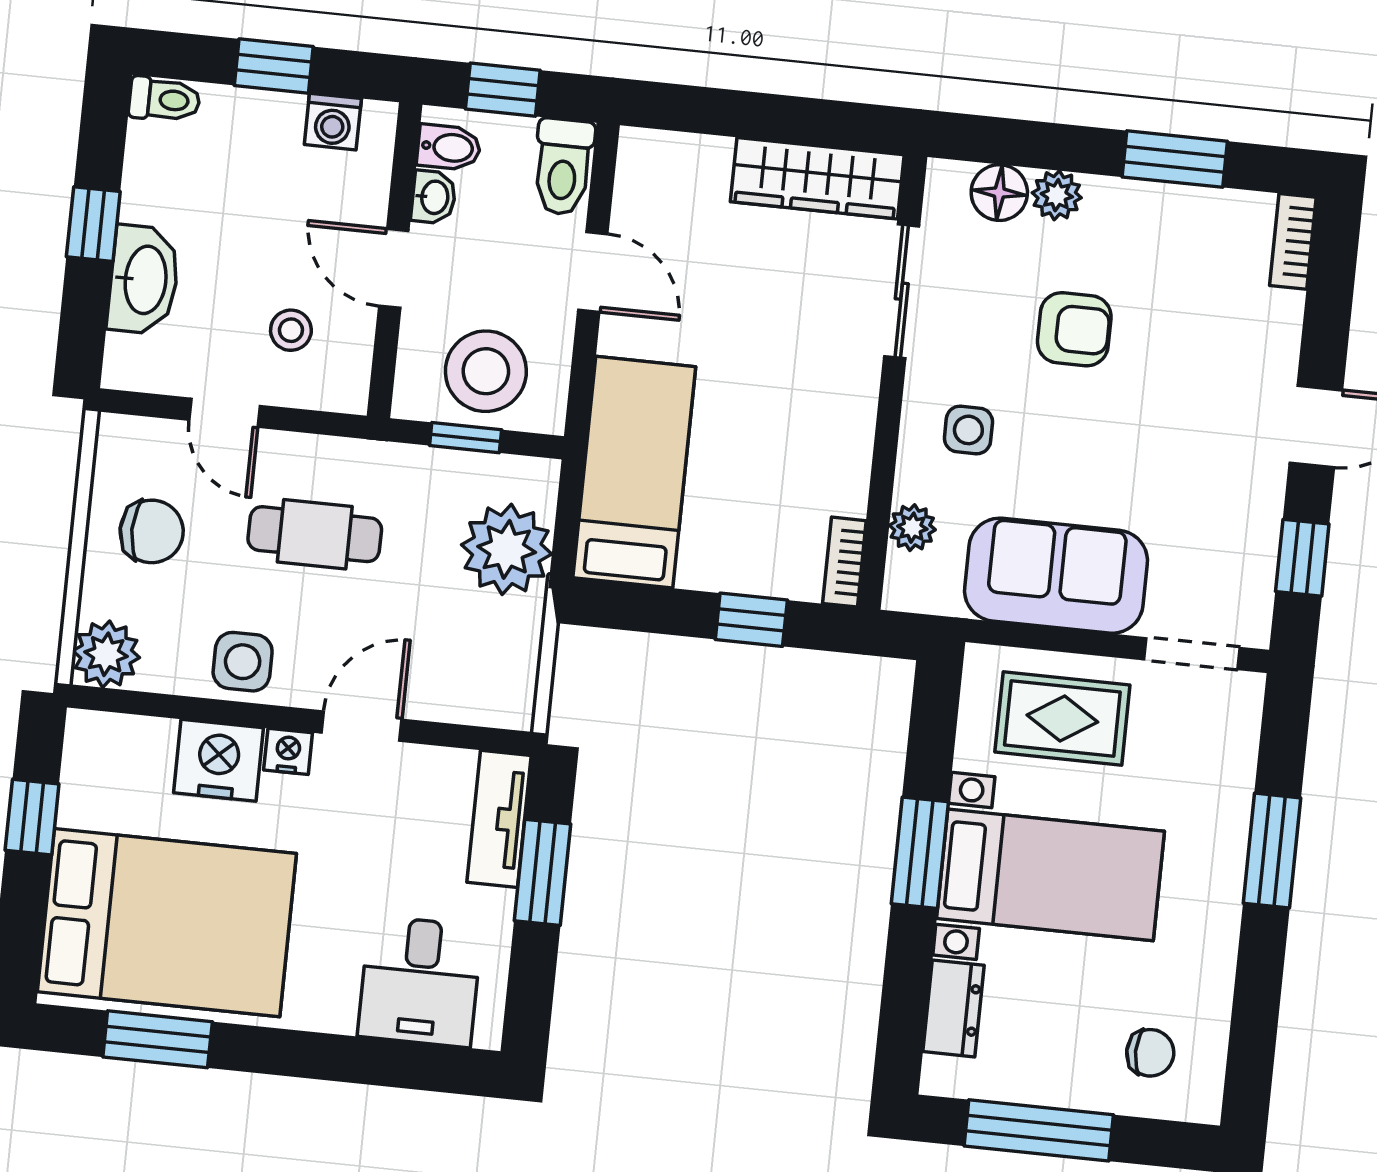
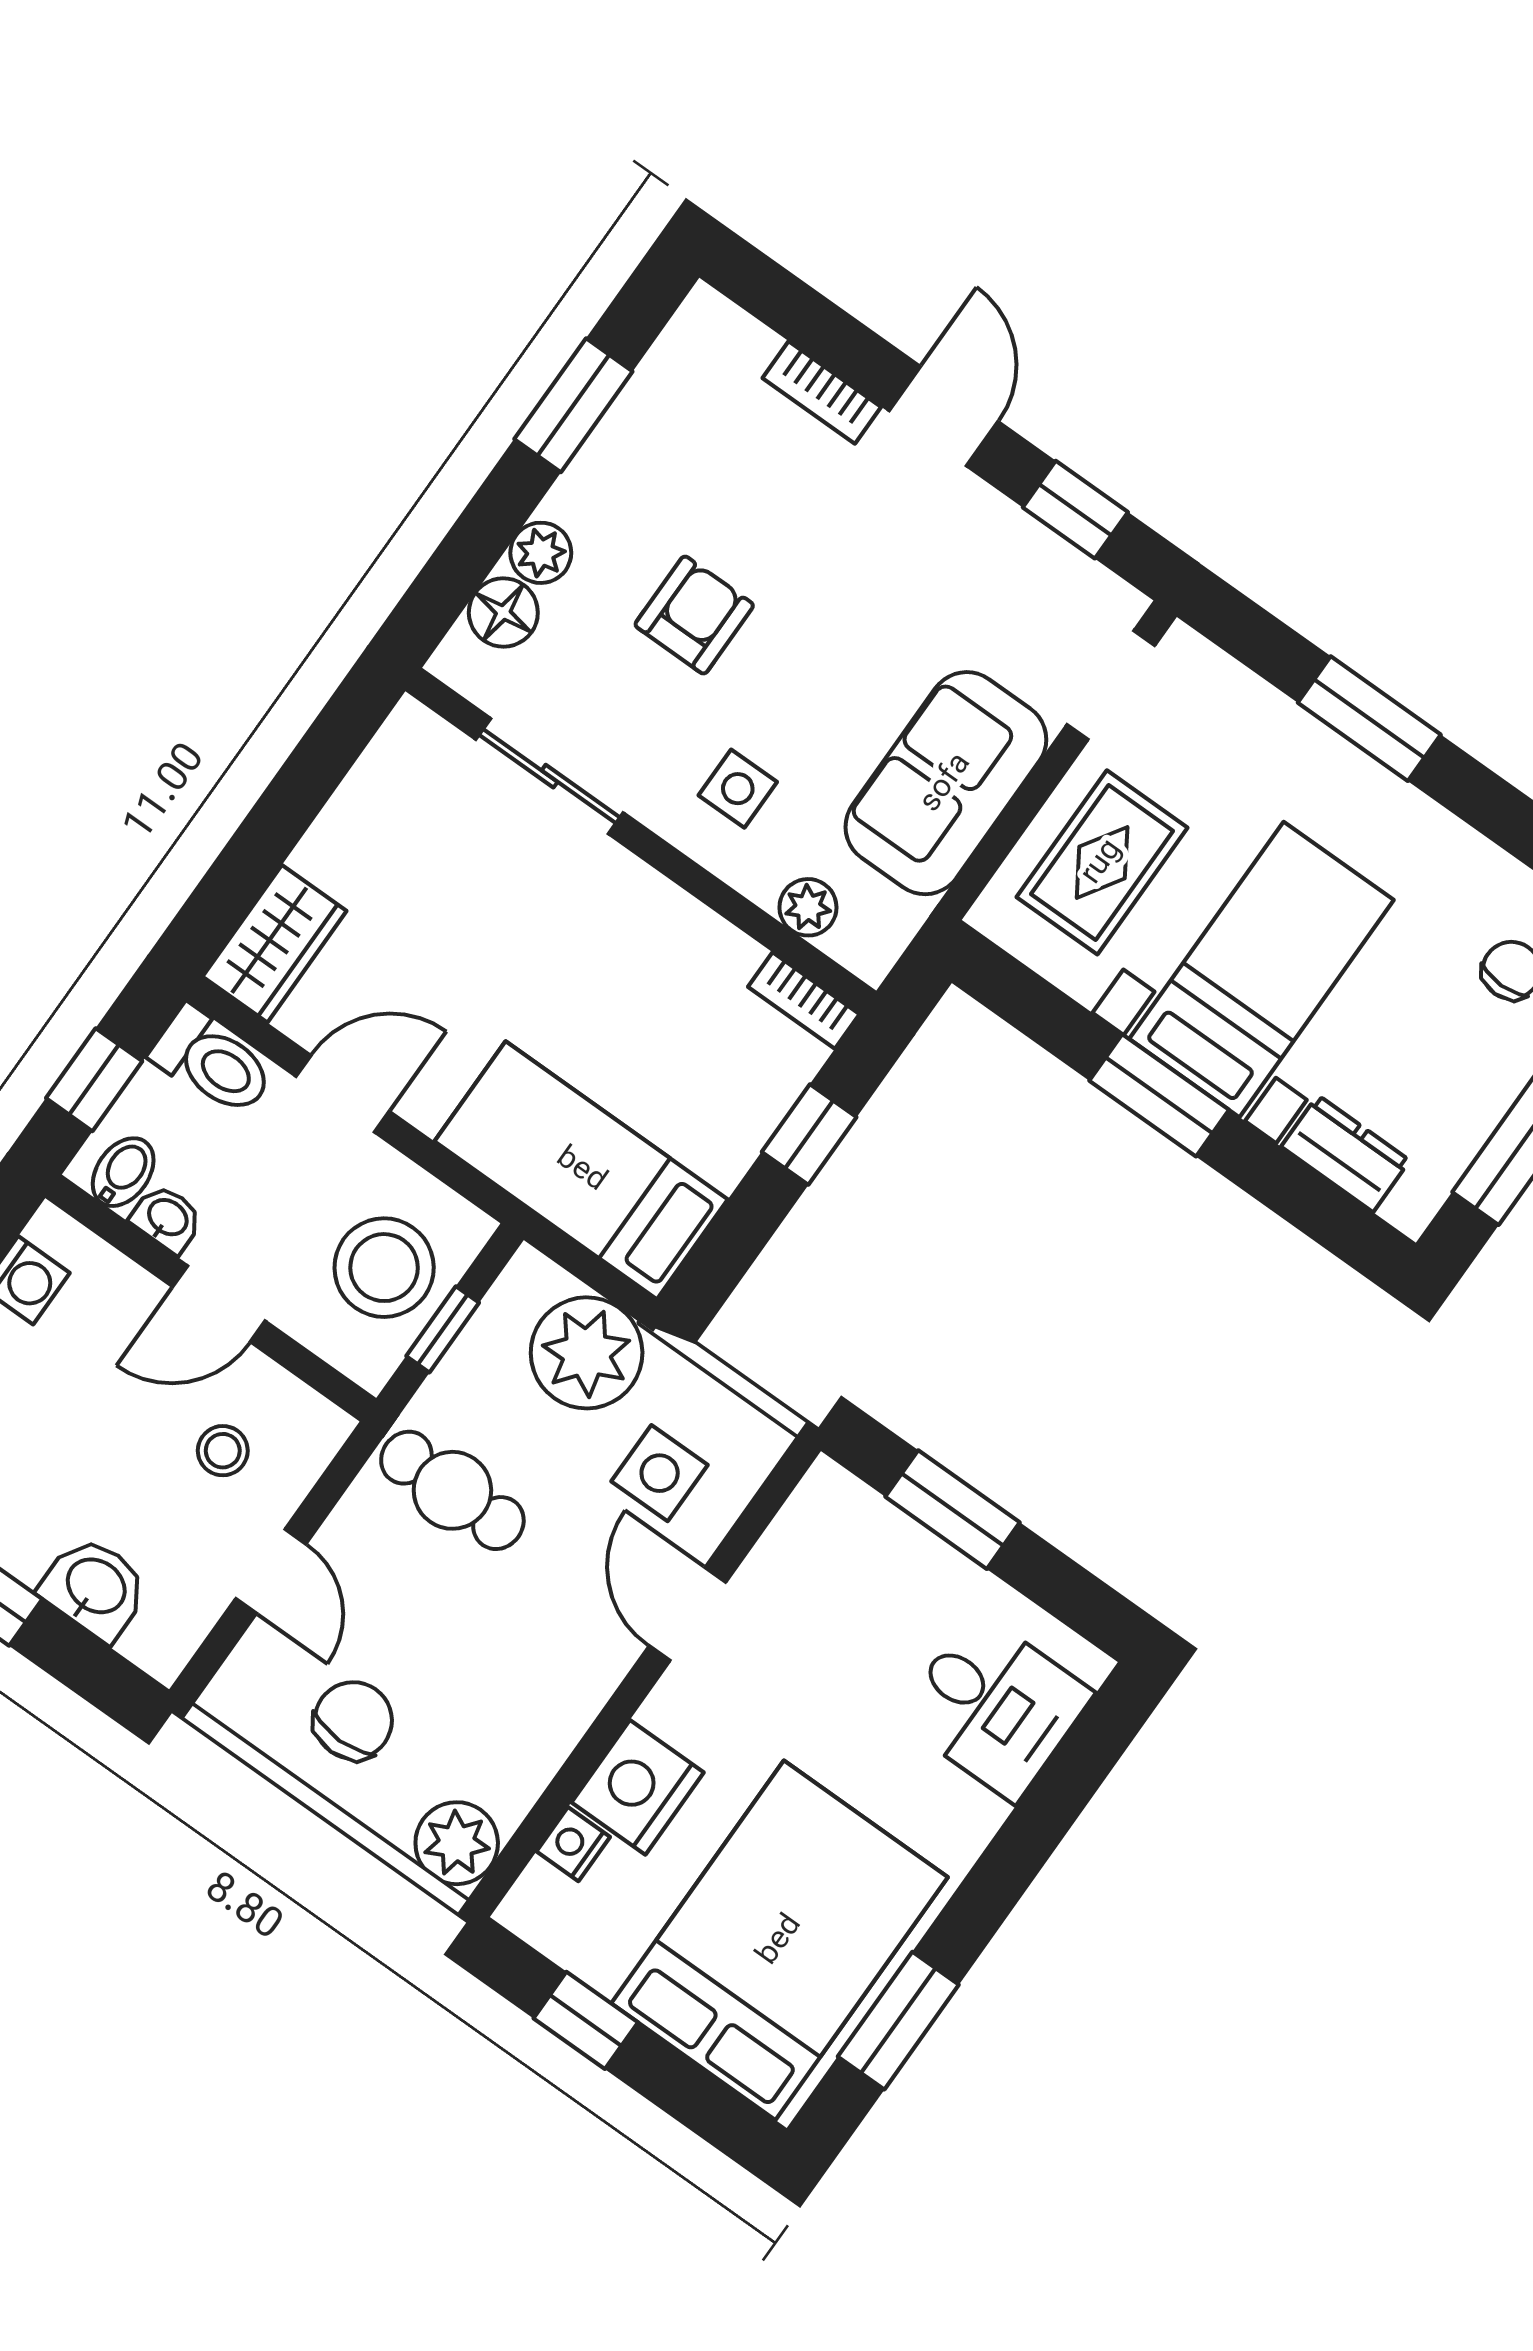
wardrobe: (817, 178) -> (275, 944), moved, width x0.67
bookcase: (1293, 241) -> (822, 393), moved
washbasin: (144, 280) -> (95, 1588), width x0.72
door: (225, 413) -> (271, 1571), hinge flipped
cafe table: (315, 534) -> (452, 1490), moved, turned 90
side table: (243, 662) -> (660, 1473), moved
nightstand: (288, 751) -> (573, 1844), moved
tv unit: (499, 819) -> (869, 1524), removed

